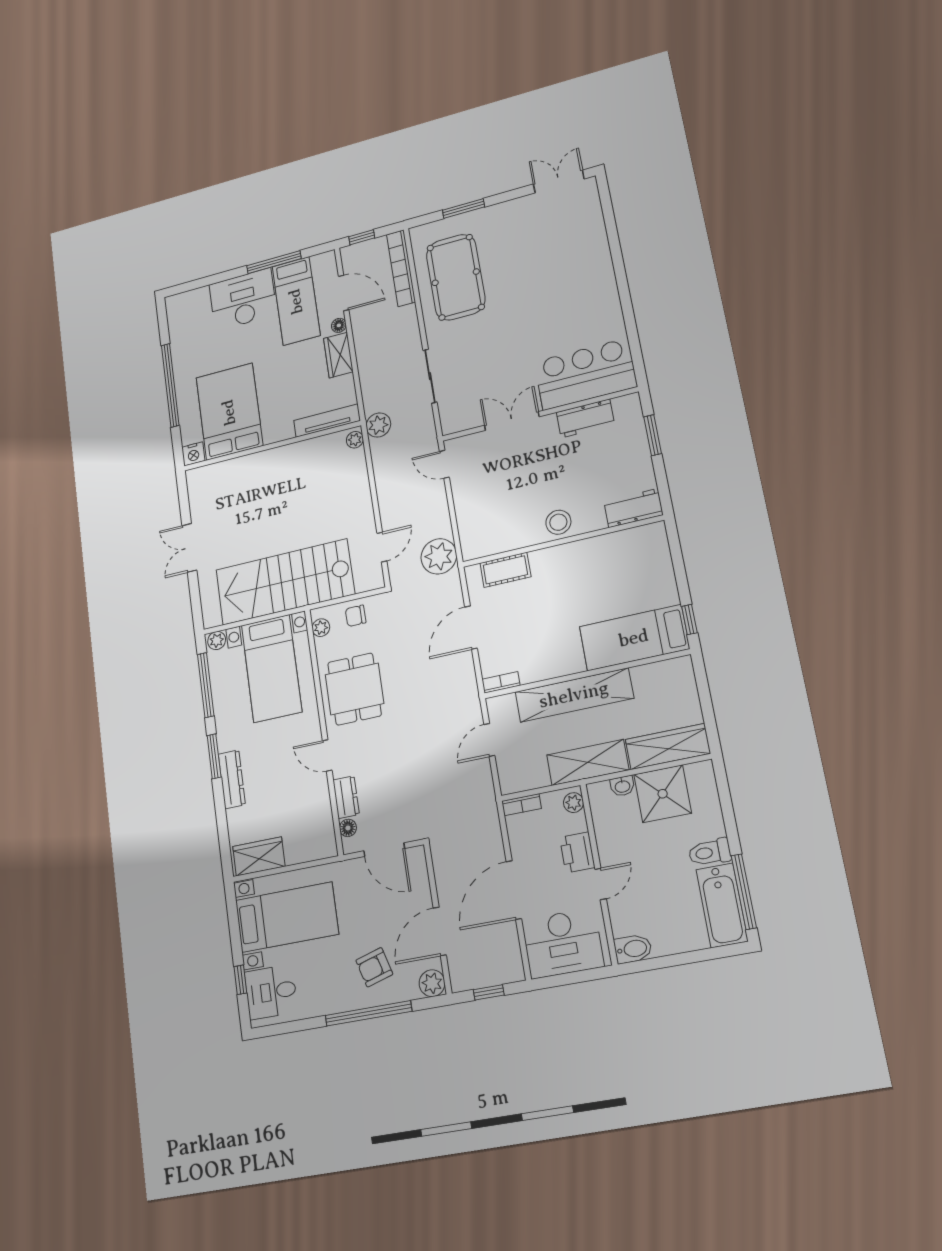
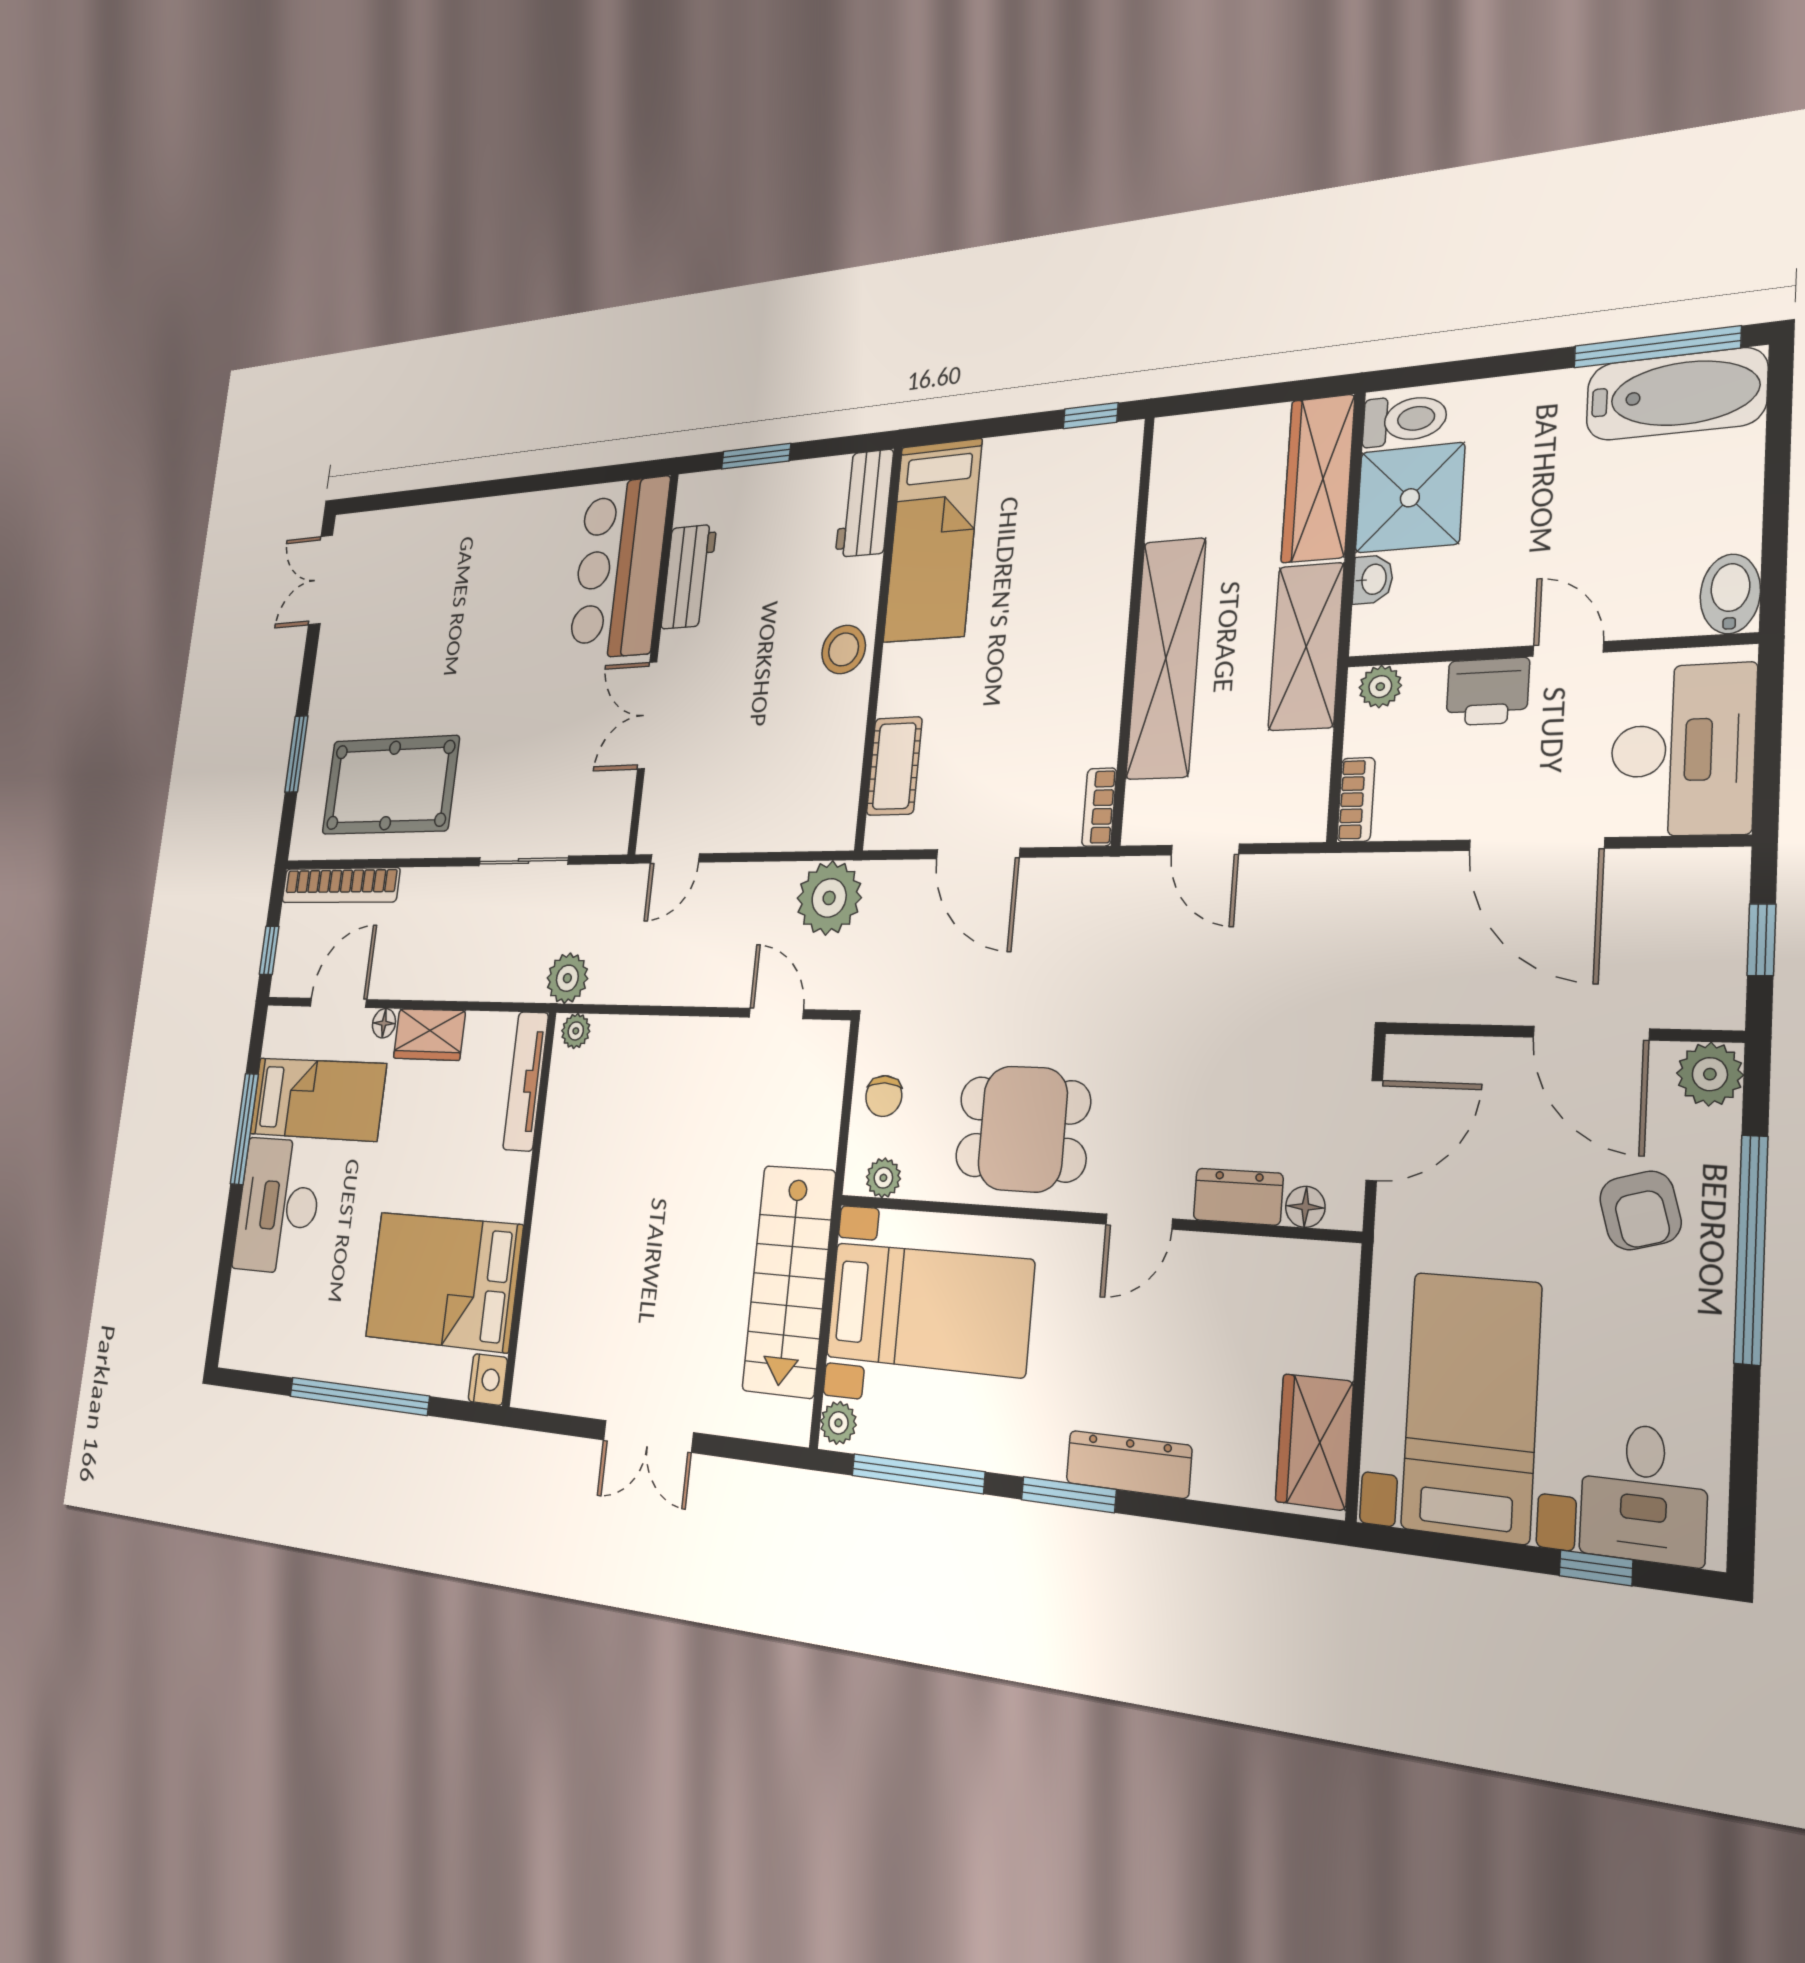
stairs: (285, 582) -> (789, 1281), width x0.73, depth x0.66
bed: (634, 638) -> (933, 541), moved
toilet: (710, 852) -> (1405, 420), moved, turned -90

